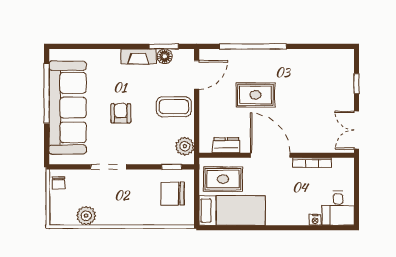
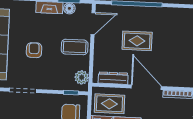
dresser: (226, 145) -> (113, 78), width x1.44

